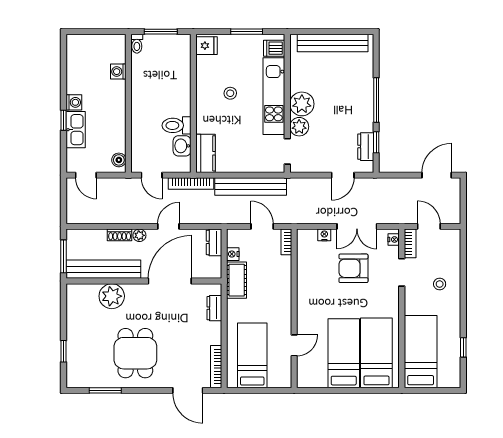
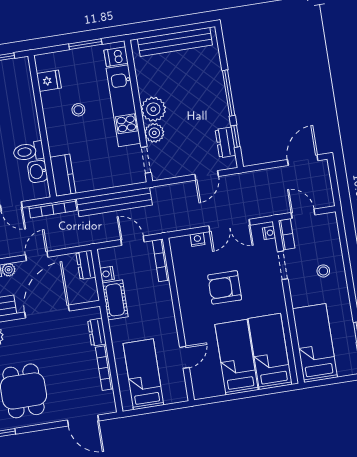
fridge: (207, 46) -> (49, 81), moved
bookcase: (286, 242) -> (161, 260), width x1.56
armchair: (353, 268) -> (225, 287), moved
bookcase: (216, 367) -> (104, 368), moved

